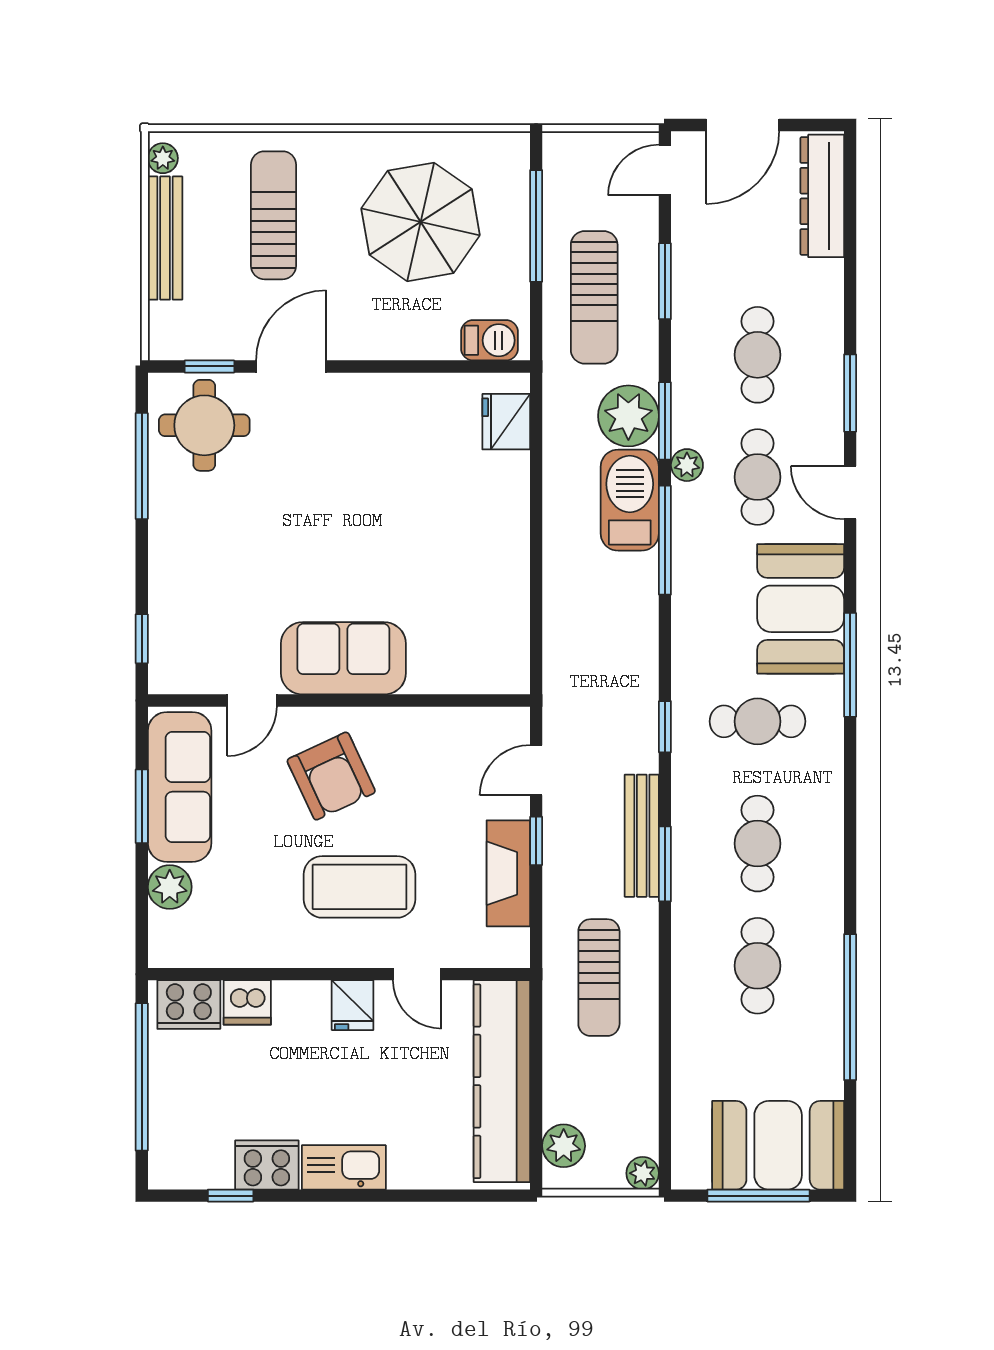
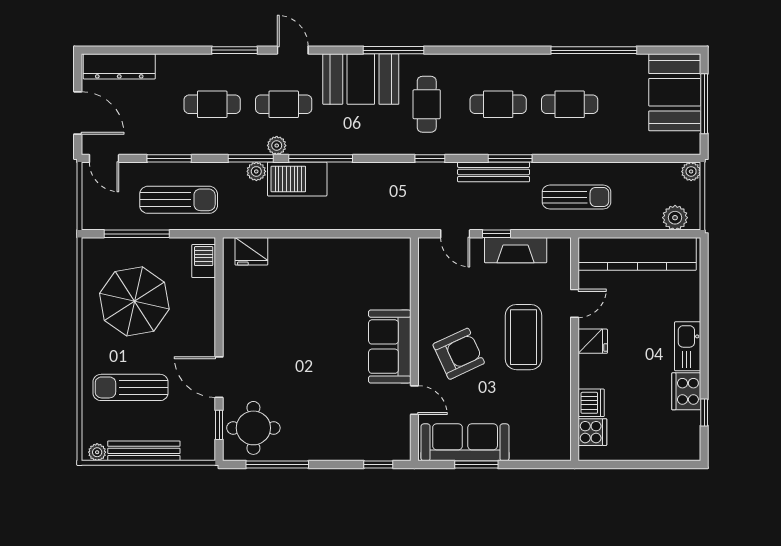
plant: (628, 416) -> (256, 171), width x0.53, depth x0.53
door: (850, 493) -> (293, 50), swing flipped
plant: (170, 887) -> (524, 448), removed
cooker: (189, 1005) -> (592, 432), width x0.73
window: (142, 1077) -> (635, 465), removed

